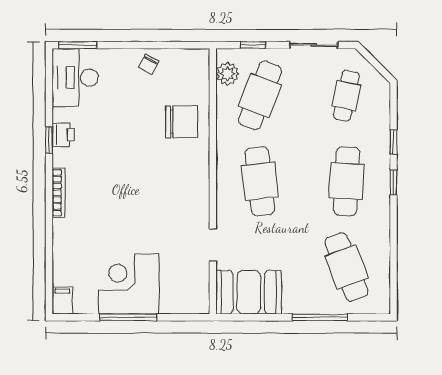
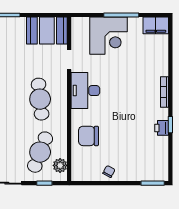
desk: (75, 78) -> (85, 91), moved, turned 180
corner desk: (129, 284) -> (109, 36), moved
filing cabinet: (62, 301) -> (156, 25), width x2.00

